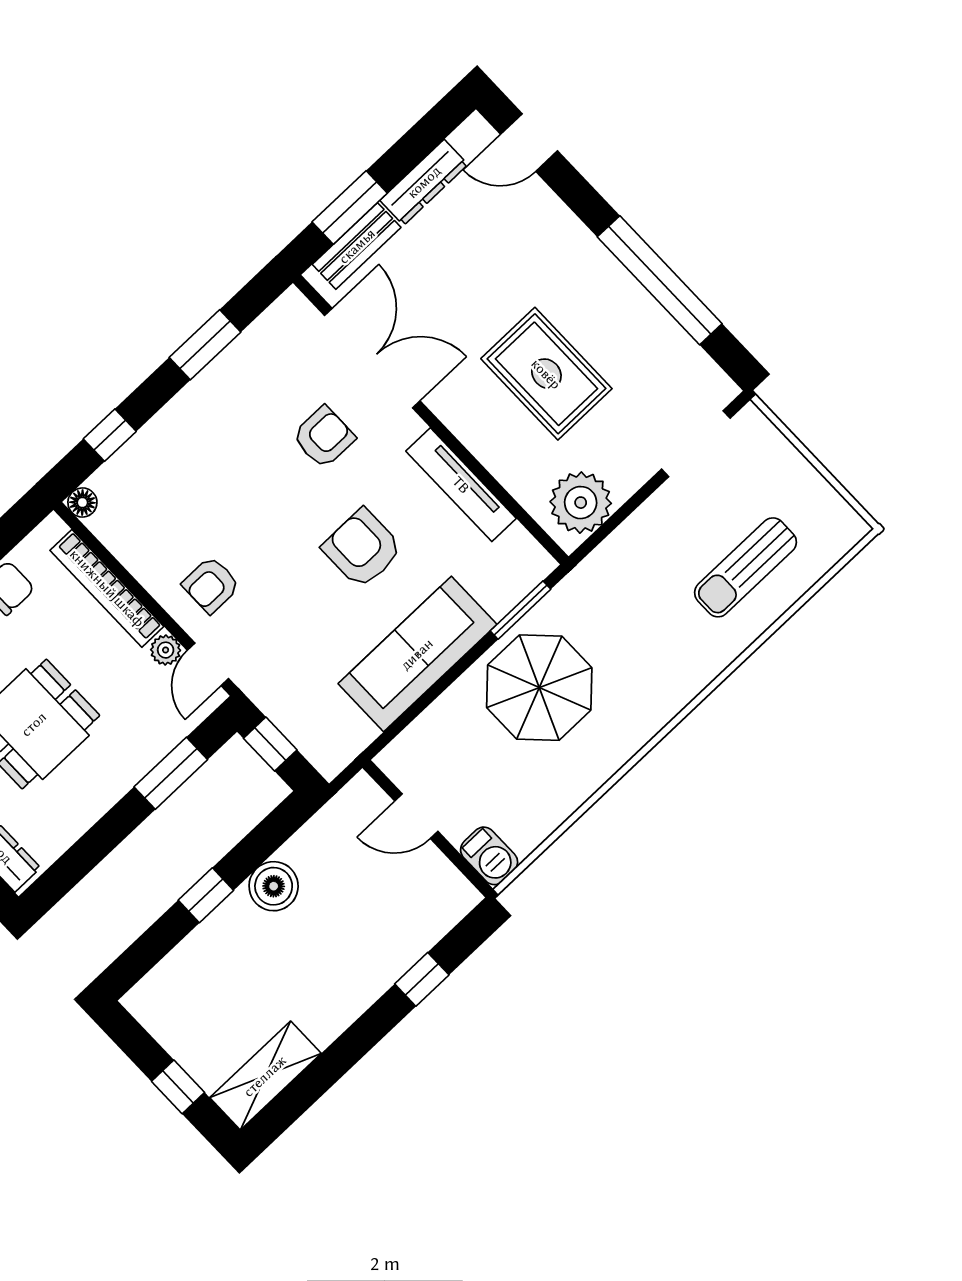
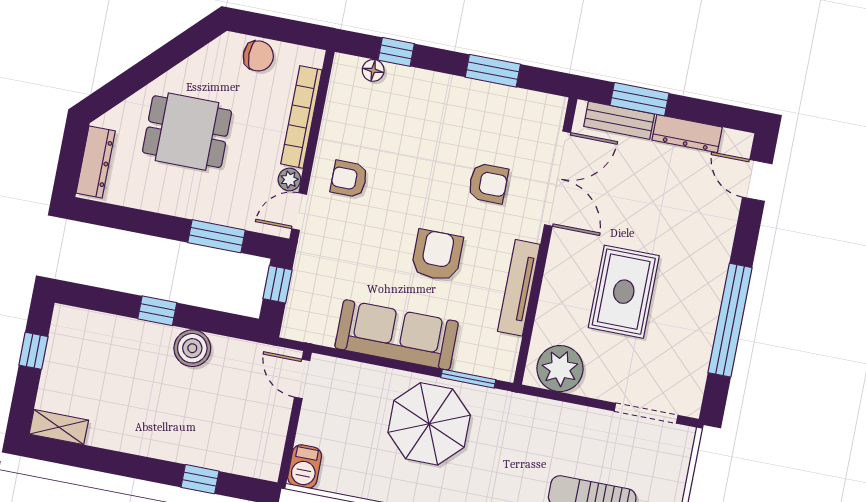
floor lamp: (82, 502) -> (373, 70), moved
door: (416, 816) -> (302, 379), moved
shelving: (265, 1076) -> (59, 427), width x0.67, depth x0.75
window: (178, 1087) -> (33, 351), moved

